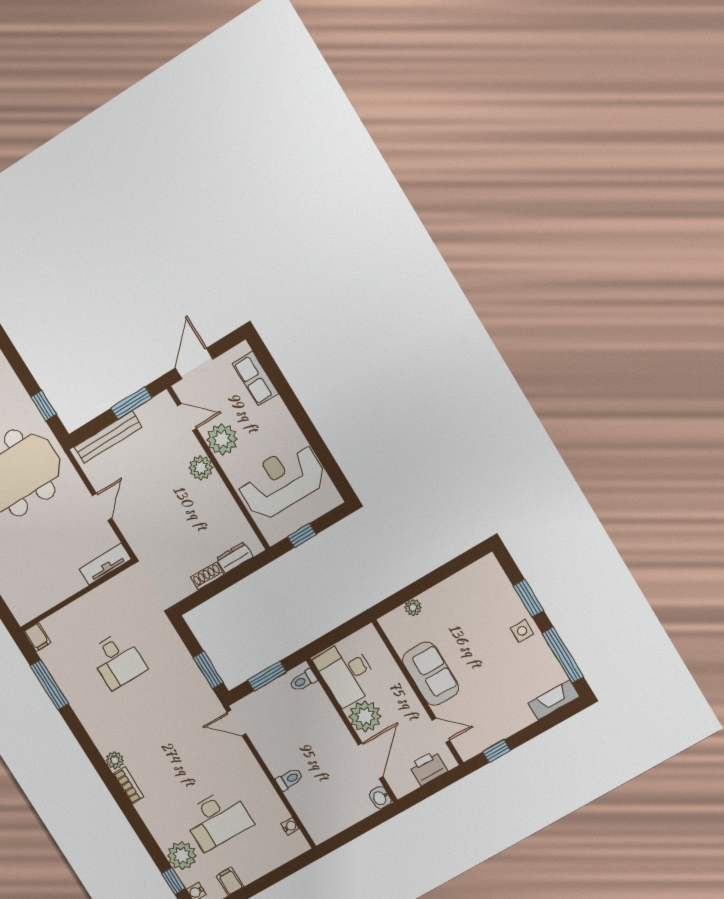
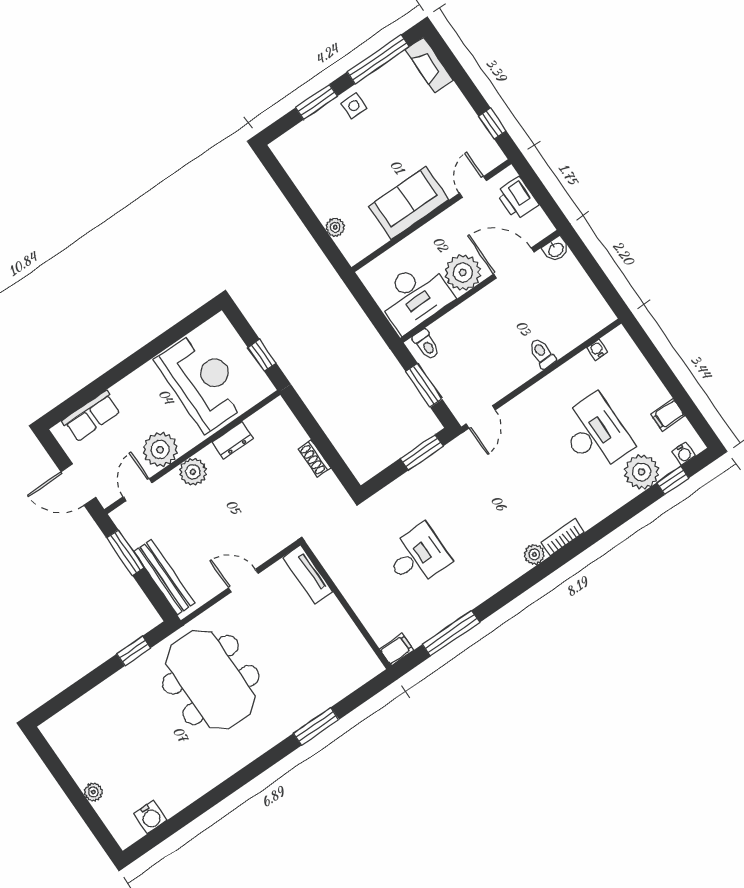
reception desk: (282, 481) -> (202, 381), turned 180
dresser: (235, 558) -> (233, 440), moved, turned -90

